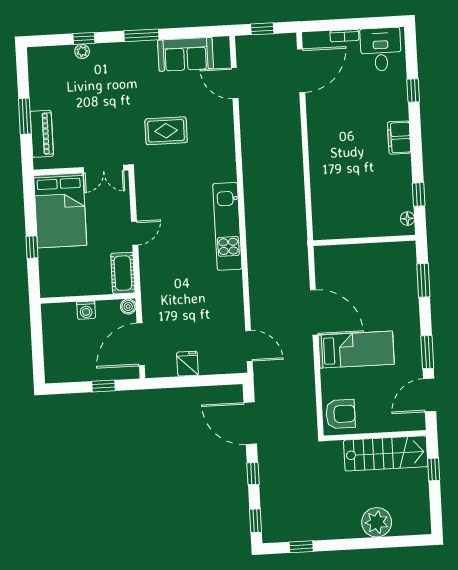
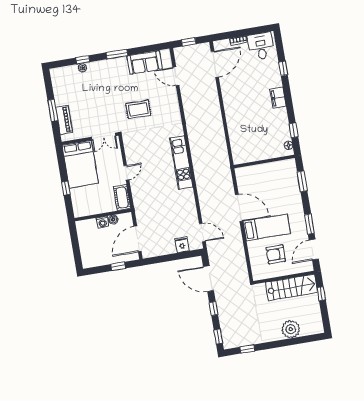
boiler: (128, 307) -> (113, 220), moved
fridge: (187, 364) -> (182, 245), moved
armchair: (341, 414) -> (276, 254), moved, turned 180

